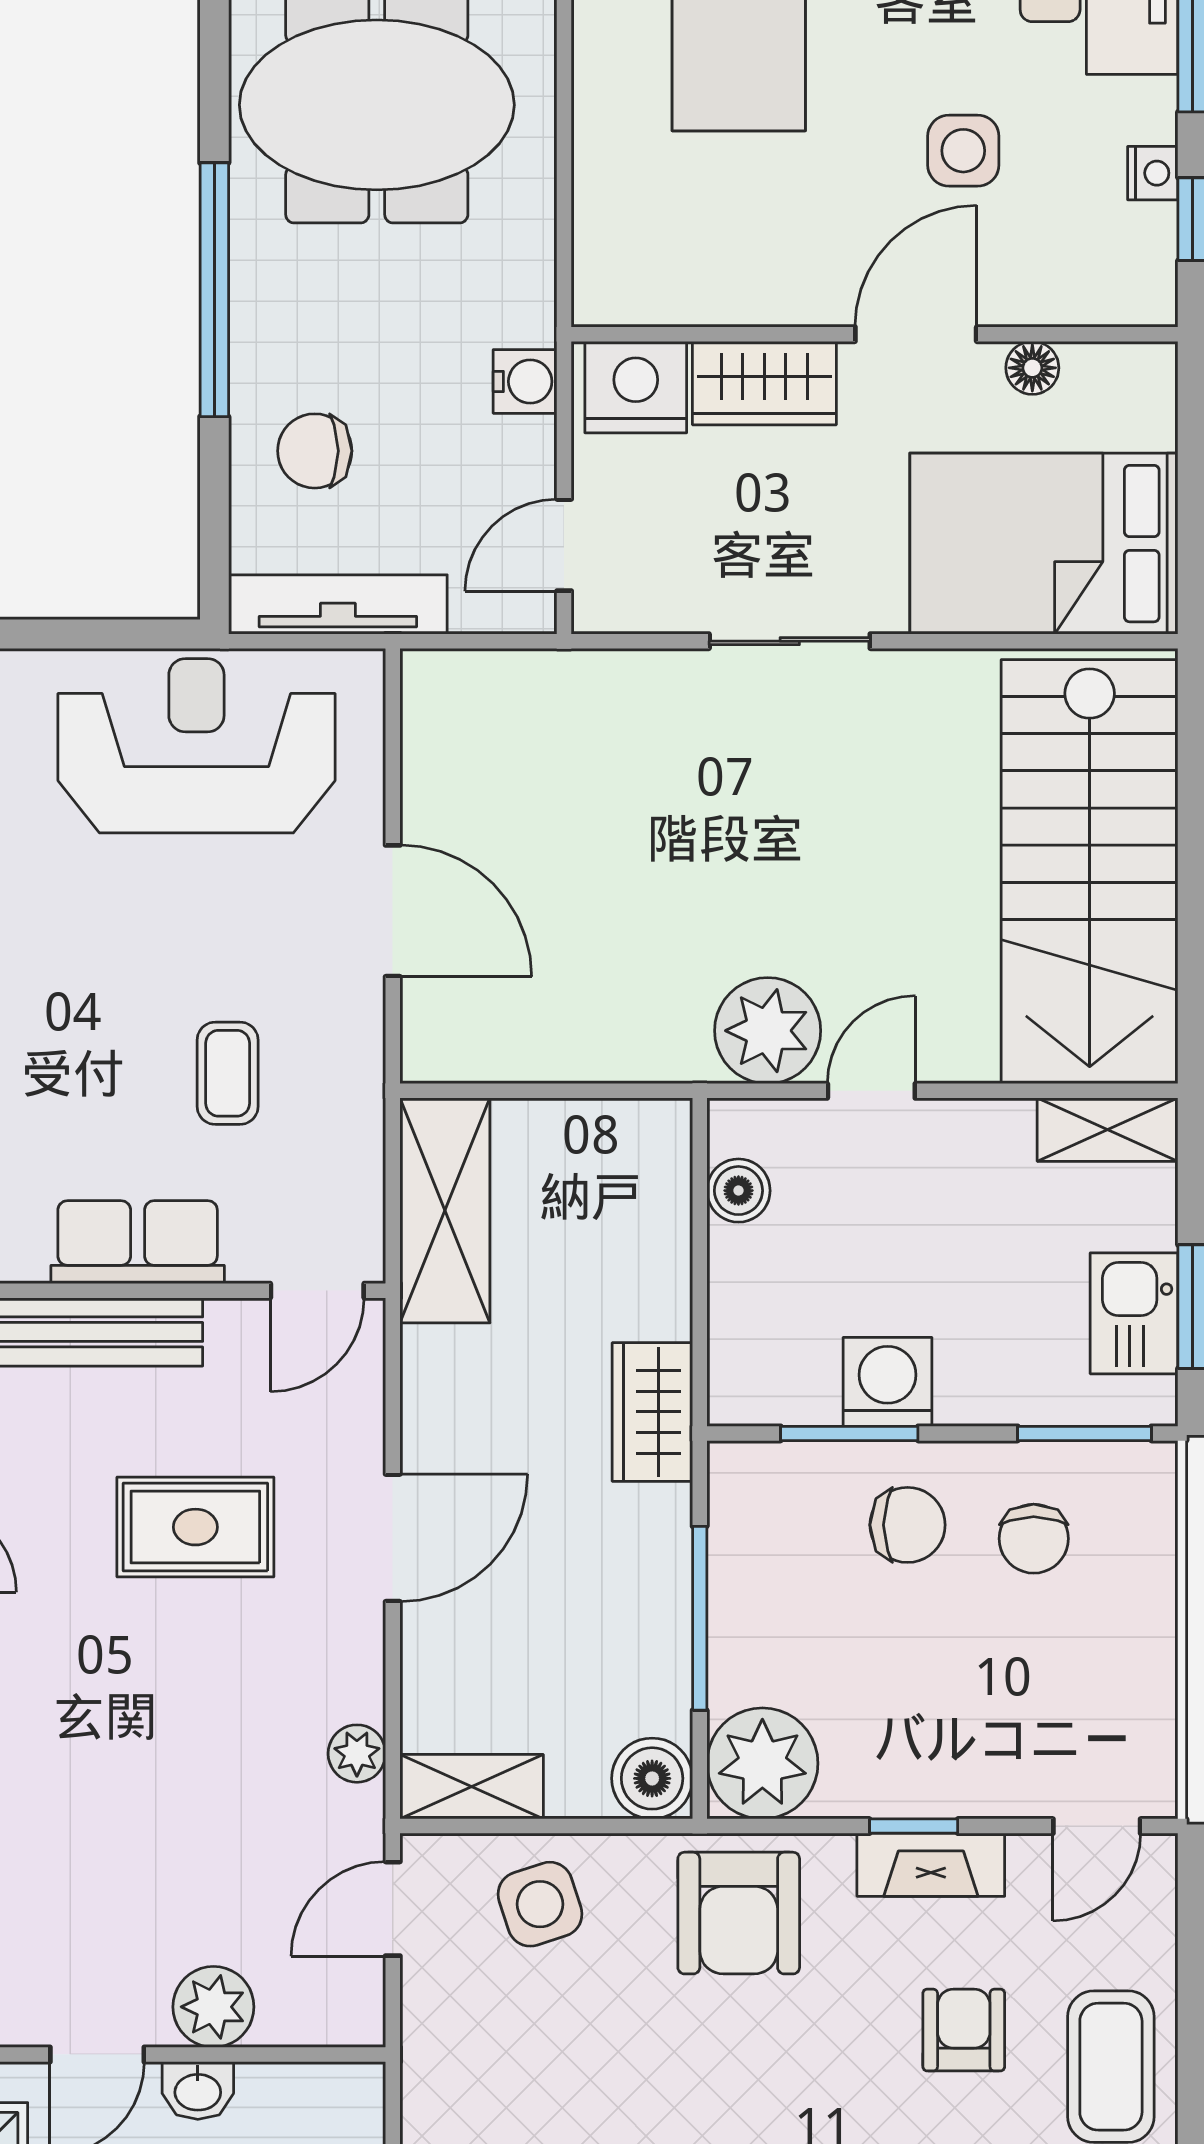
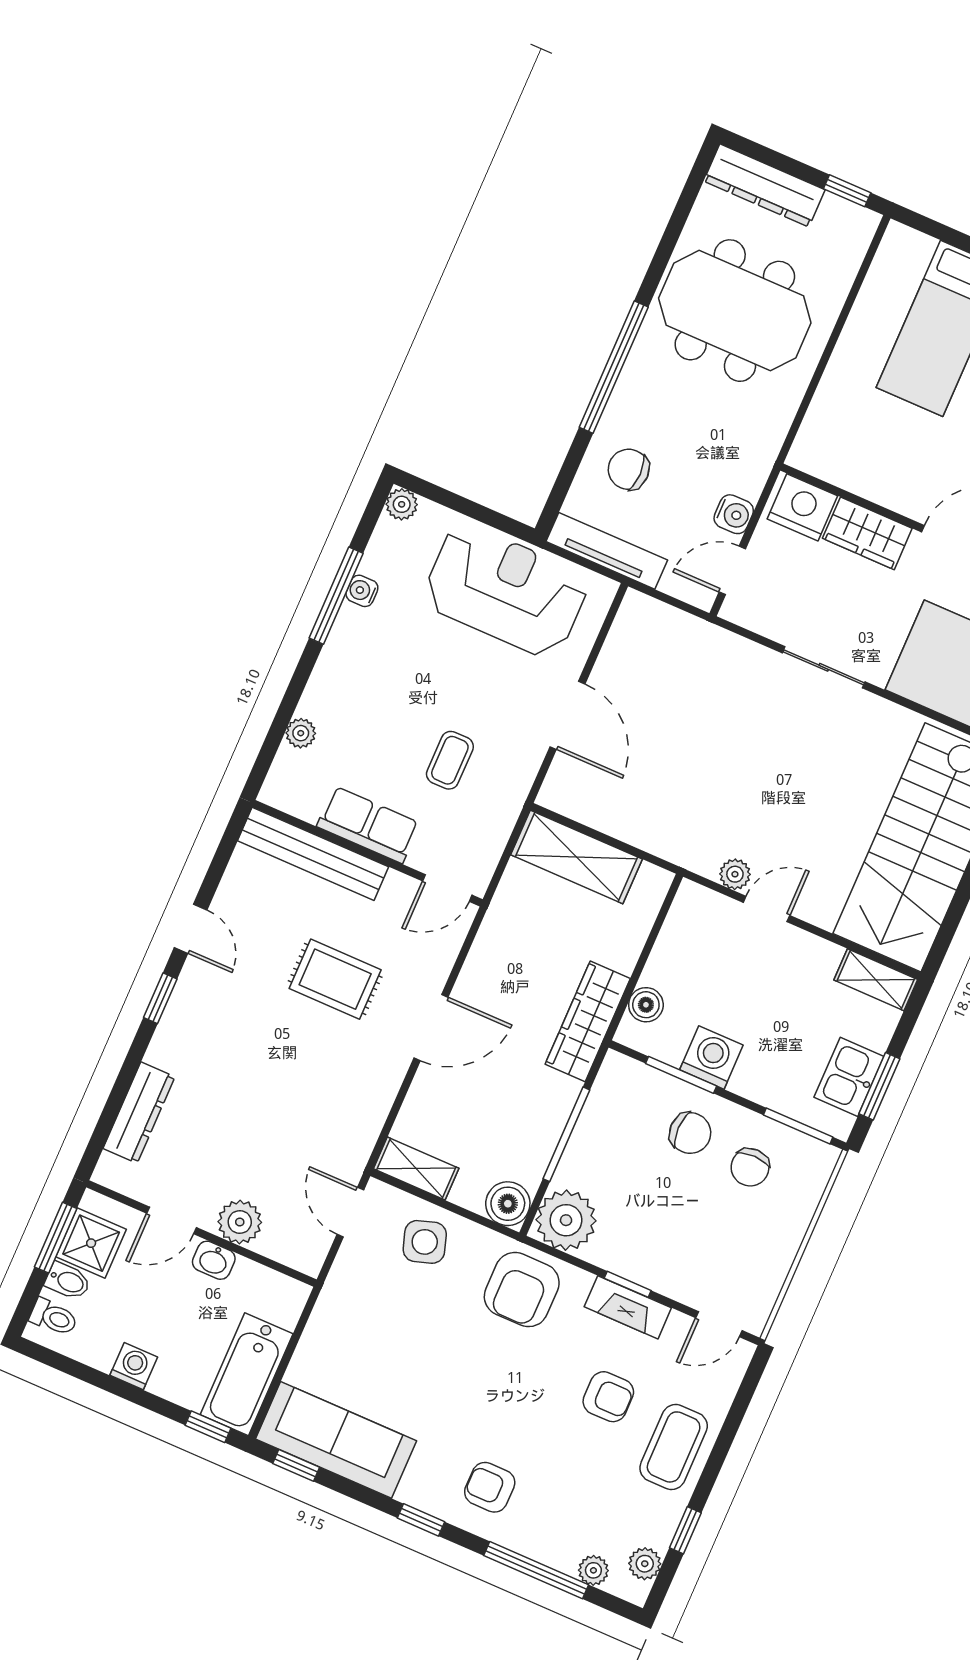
water cooler: (525, 381) -> (734, 514), moved
plant: (768, 1031) -> (735, 874), width x0.53, depth x0.53
boiler: (738, 1191) -> (646, 1005), moved
shelving: (445, 1210) -> (577, 857), moved, turned 90
wardrobe: (652, 1412) -> (588, 1021), width x1.50
plant: (357, 1754) -> (366, 1127), removed
door: (393, 1909) -> (350, 1212), hinge flipped
armchair: (964, 2030) -> (608, 1397), turned 90

